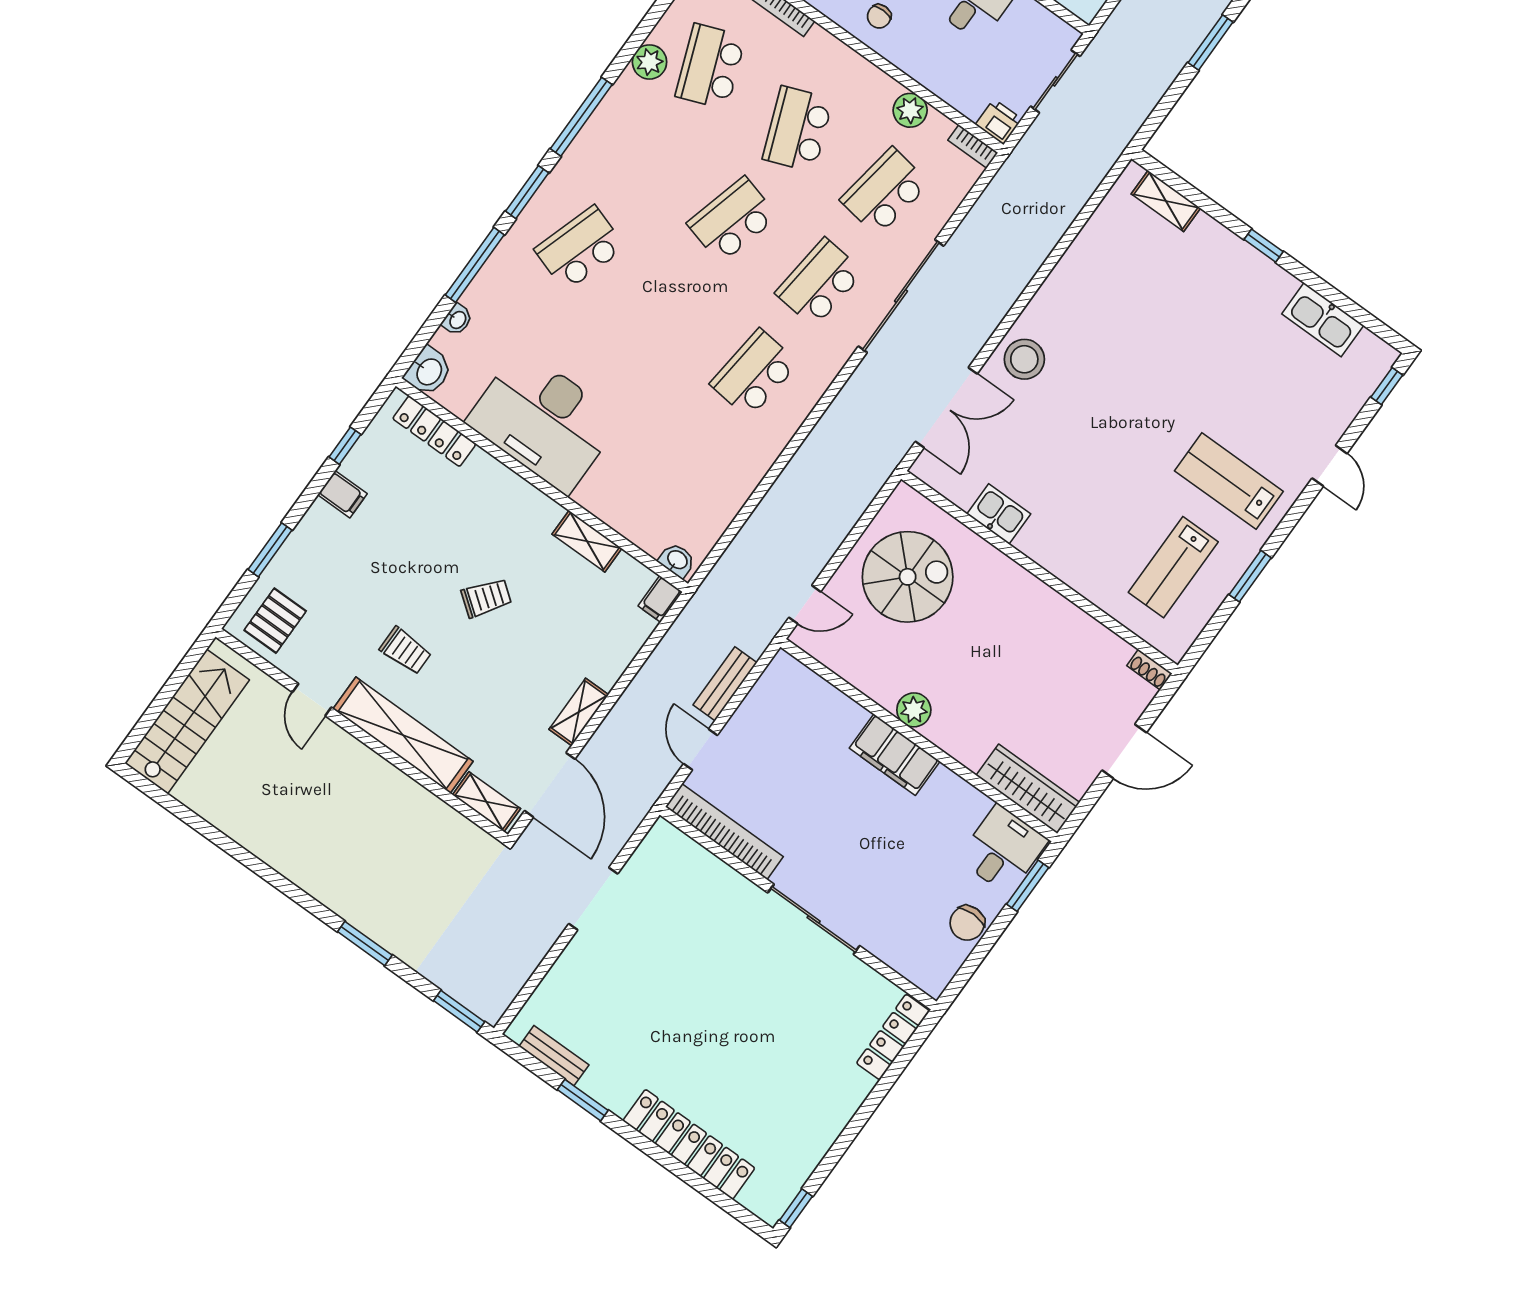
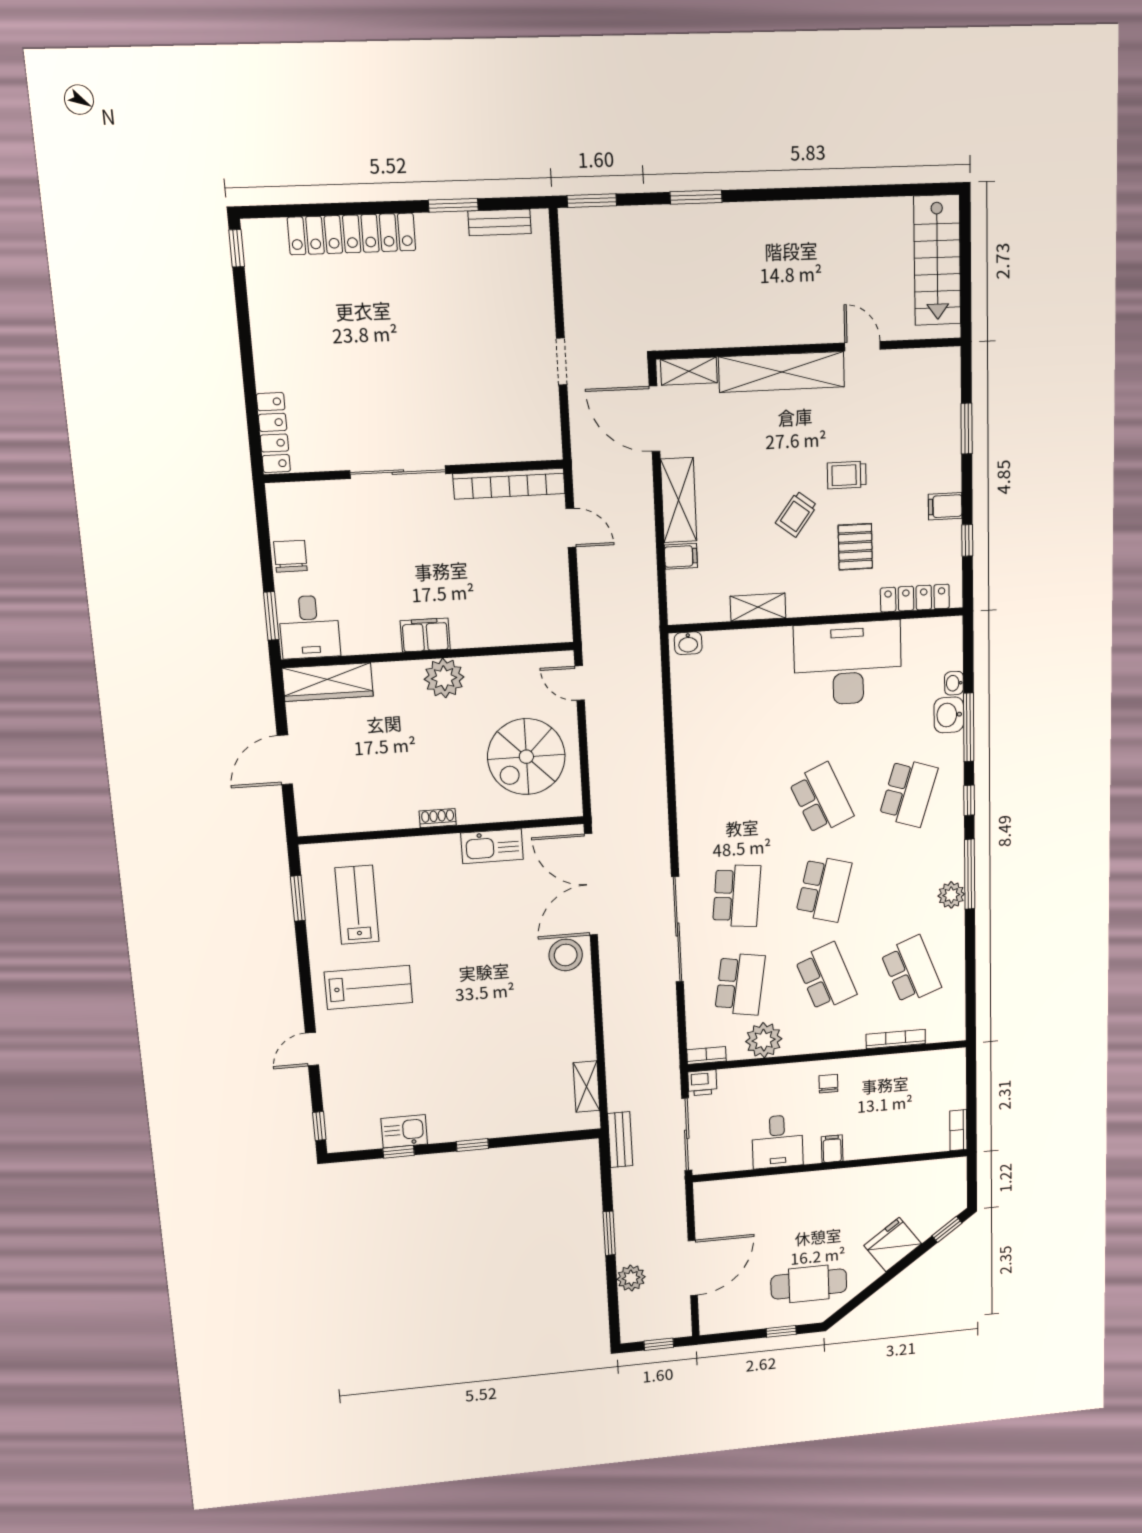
plant: (650, 62) -> (951, 895), moved
sliding door: (1055, 81) -> (687, 1134), width x1.37
plant: (910, 110) -> (764, 1040), width x1.36, depth x1.36
window: (527, 192) -> (969, 800), width x0.67
shelving: (1166, 201) -> (587, 1087), moved, turned 90
window: (1337, 298) -> (399, 1152), added
kitchen sink: (1323, 320) -> (404, 1131), width x0.73
washbasin: (428, 371) -> (949, 715), moved
school desk: (754, 373) -> (821, 799), moved, turned -30
double door: (946, 408) -> (591, 884), width x1.36
door: (1329, 466) -> (312, 1049), hinge flipped
kitchen sink: (999, 514) -> (492, 846), width x1.38
window: (1250, 576) -> (298, 898), moved
filing cabinet: (660, 599) -> (681, 556), moved, turned 90
door: (805, 605) -> (580, 683), hinge flipped
pallet: (275, 621) -> (855, 547), moved
trolley: (406, 651) -> (847, 475), moved
shoe rack: (1149, 670) -> (438, 818), moved
bench: (725, 684) -> (620, 1140), moved
plant: (914, 710) -> (444, 678), width x1.36, depth x1.36
shelving: (579, 712) -> (679, 500), width x1.50, depth x1.33
filing cabinet: (895, 755) -> (425, 635), width x0.67, depth x0.86
doorway: (593, 899) -> (562, 362), width x0.73

